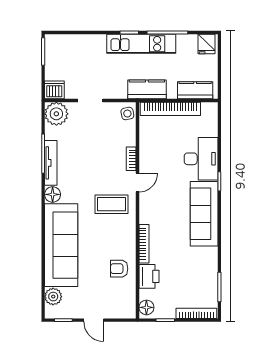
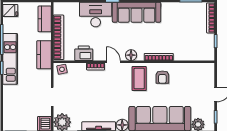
coffee table: (111, 204) -> (139, 79), moved
armchair: (119, 269) -> (162, 77), moved
printer: (149, 276) -> (84, 53), moved
floor lamp: (146, 307) -> (131, 55), moved

